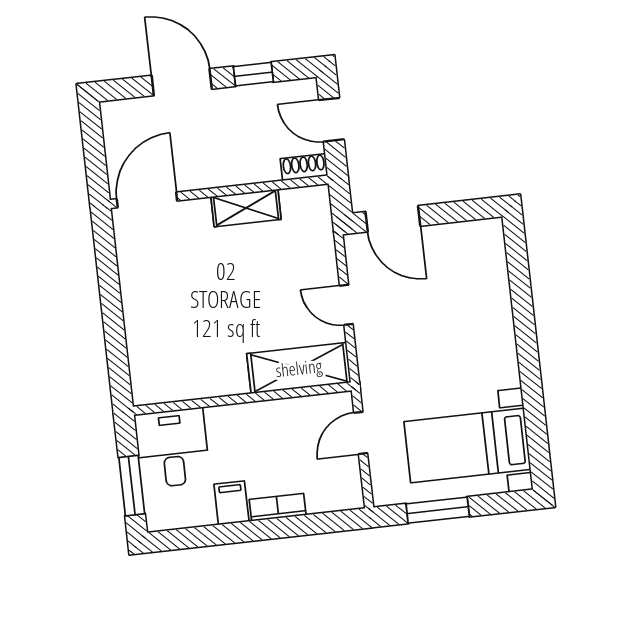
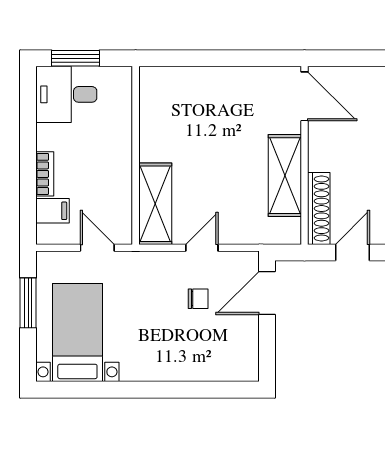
shoe rack: (304, 167) -> (319, 209), width x1.94, depth x1.24
shelving: (246, 208) -> (285, 176), width x1.50, depth x1.33
chair: (409, 302) -> (198, 299), added
desk: (172, 448) -> (66, 94), moved, turned 180
filing cabinet: (231, 503) -> (53, 211), moved

